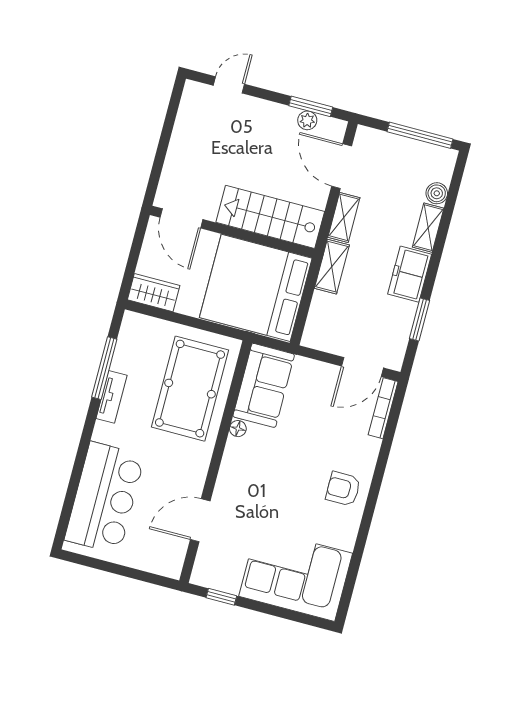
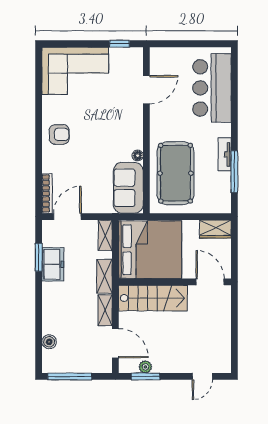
shelving: (428, 228) -> (105, 235), moved
freezer: (410, 274) -> (53, 264), moved

